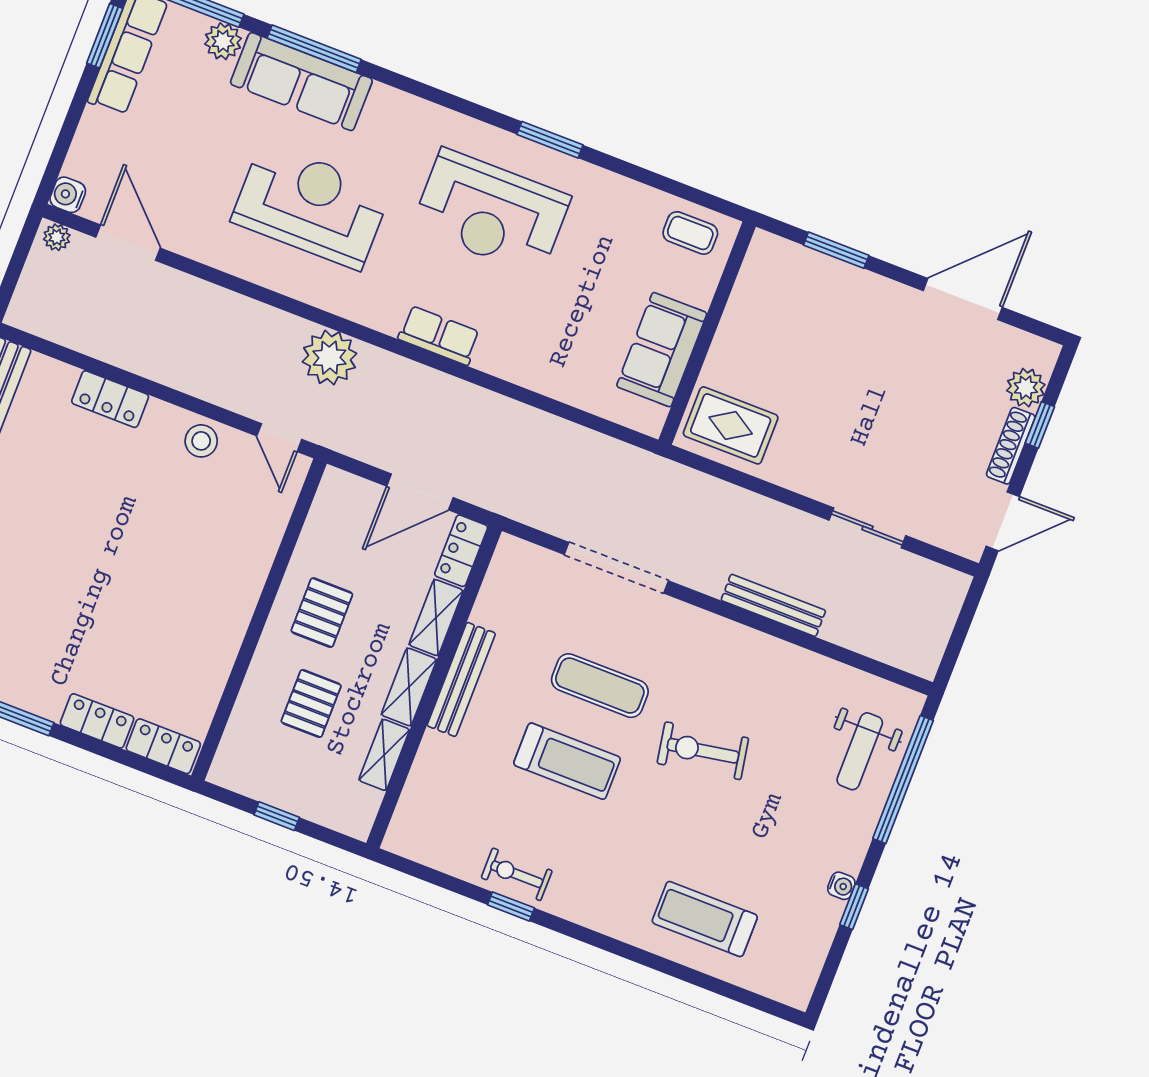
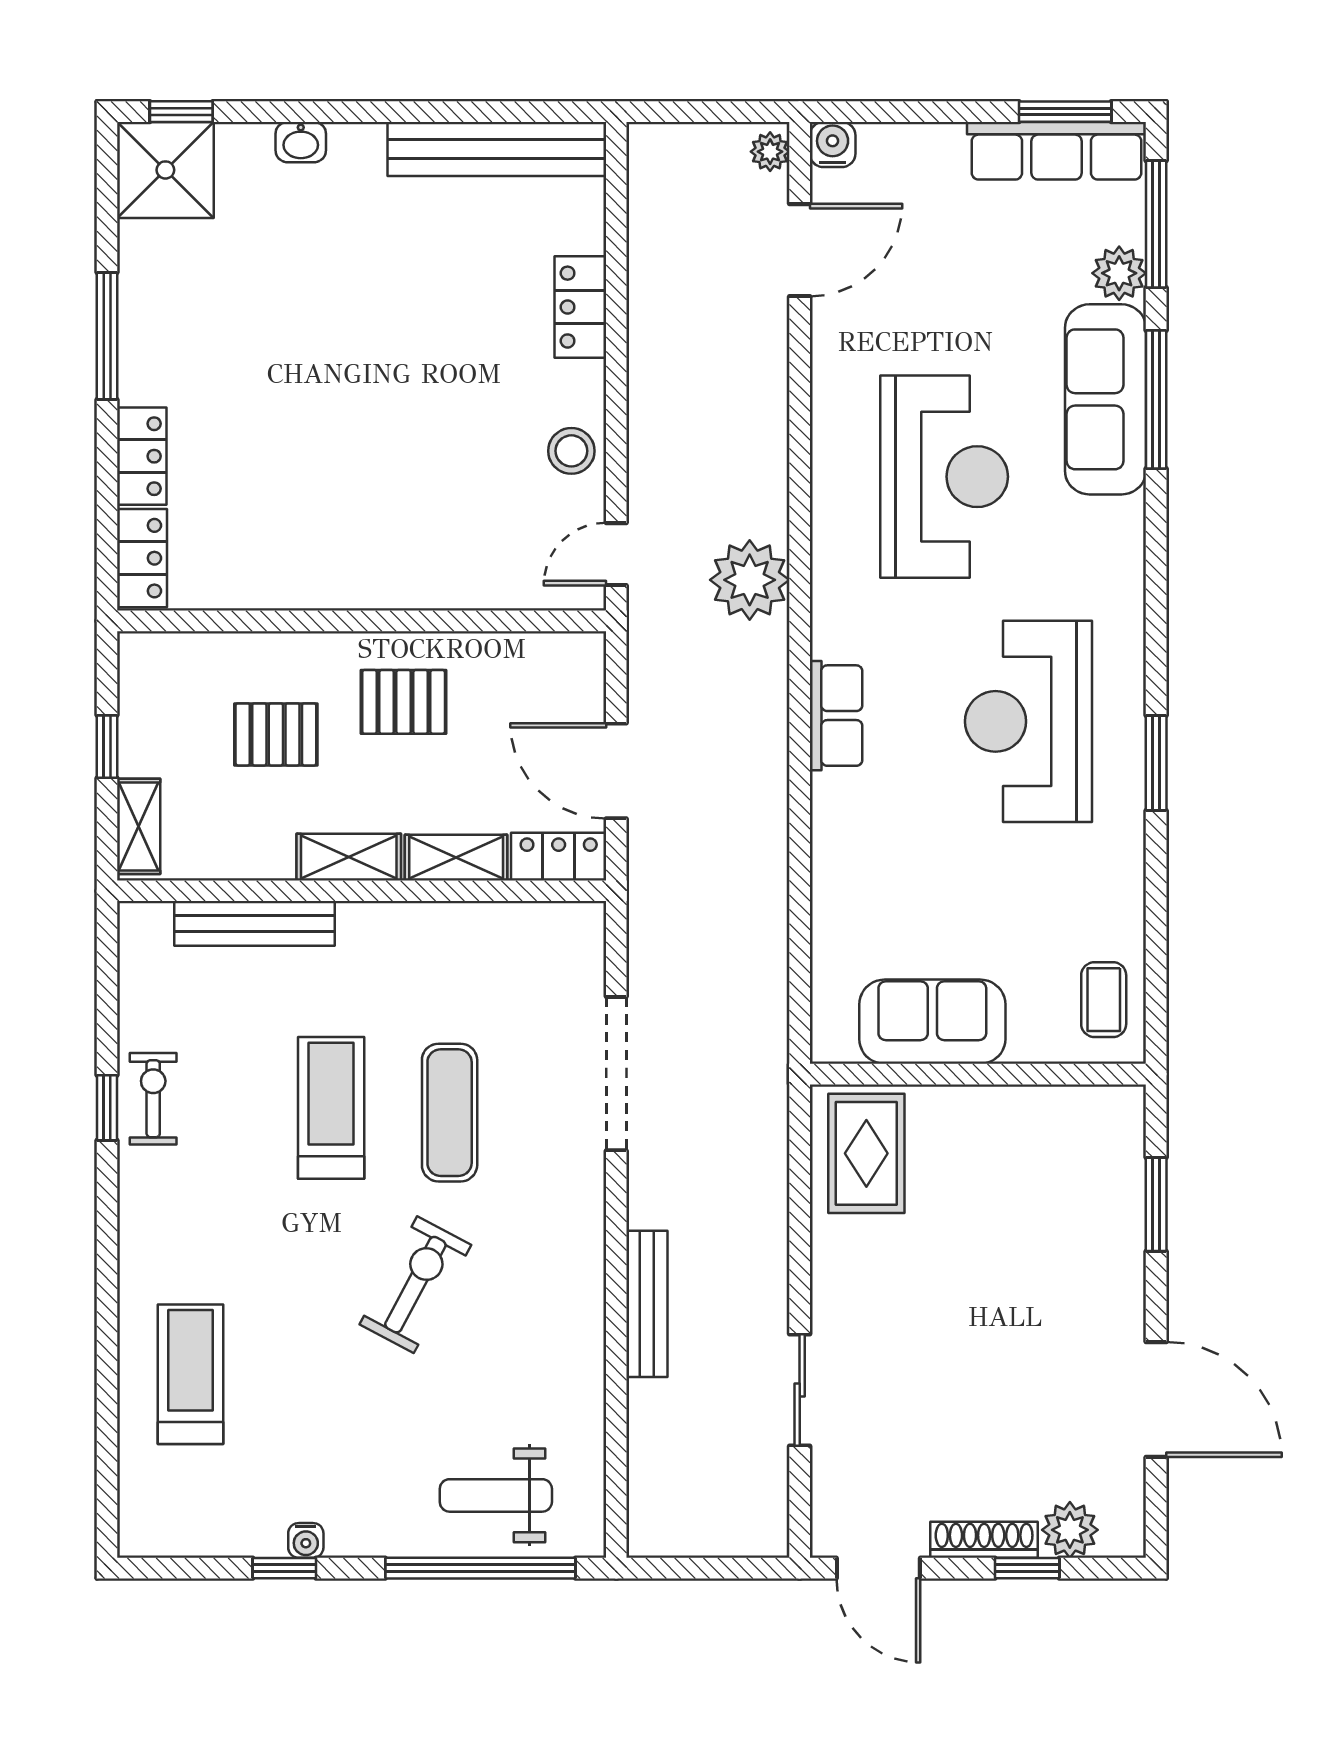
bench: (461, 679) -> (255, 923), moved
exercise bike: (703, 751) -> (415, 1285), turned 38
shelving: (384, 755) -> (139, 826), moved, turned 90
treadmill: (567, 761) -> (331, 1108), turned 180

